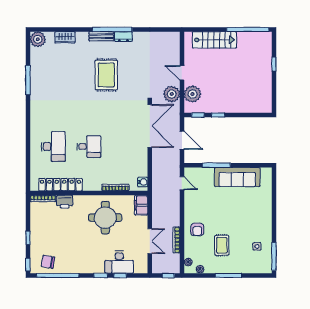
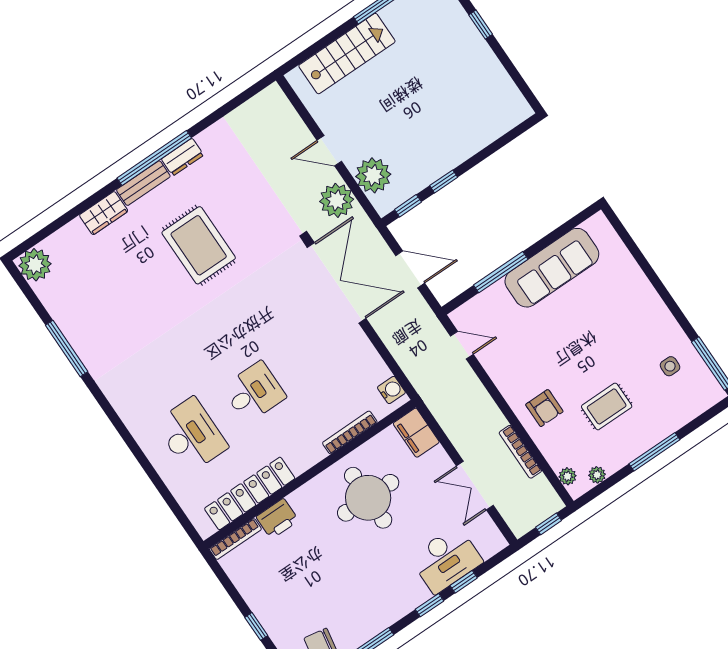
wardrobe: (65, 37) -> (104, 213), moved
double door: (150, 241) -> (475, 486), swing flipped
rug: (222, 245) -> (607, 406), turned 90

